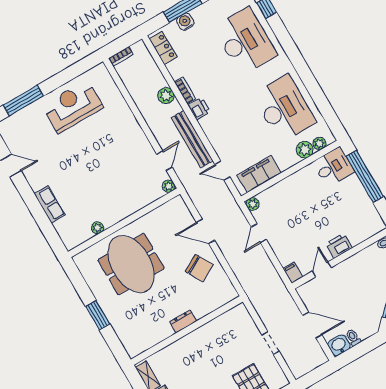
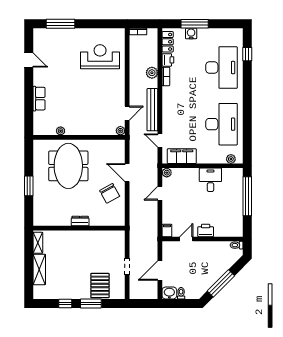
reception desk: (73, 106) -> (100, 57), moved
printer: (199, 109) -> (168, 60), moved
plant: (305, 150) -> (219, 158), removed
desk: (334, 167) -> (210, 180), moved, turned -90
door: (312, 325) -> (160, 271), swing flipped

